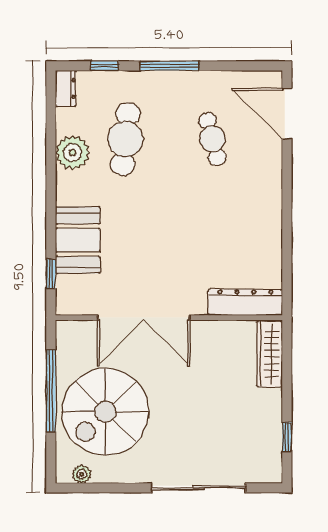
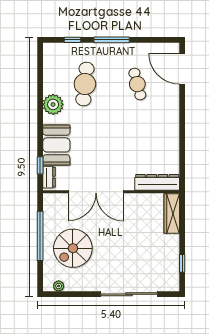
dresser: (66, 89) -> (49, 177), moved
plant: (72, 153) -> (53, 104), moved
spiral stairs: (105, 412) -> (73, 248), width x0.73, depth x0.73

